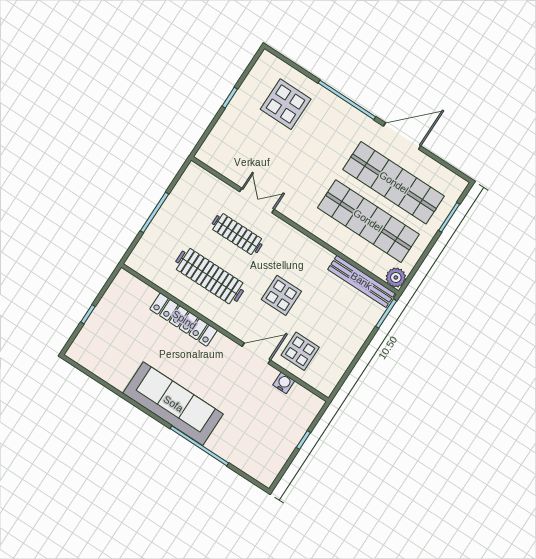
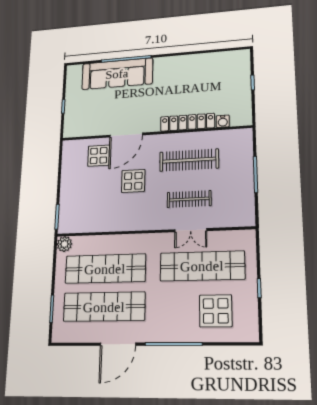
shop shelf: (270, 156) -> (202, 266), added
bench: (361, 281) -> (86, 226), removed
door: (256, 353) -> (126, 135), width x1.36
water cooler: (284, 383) -> (223, 121), moved
sofa: (173, 404) -> (117, 74), moved

